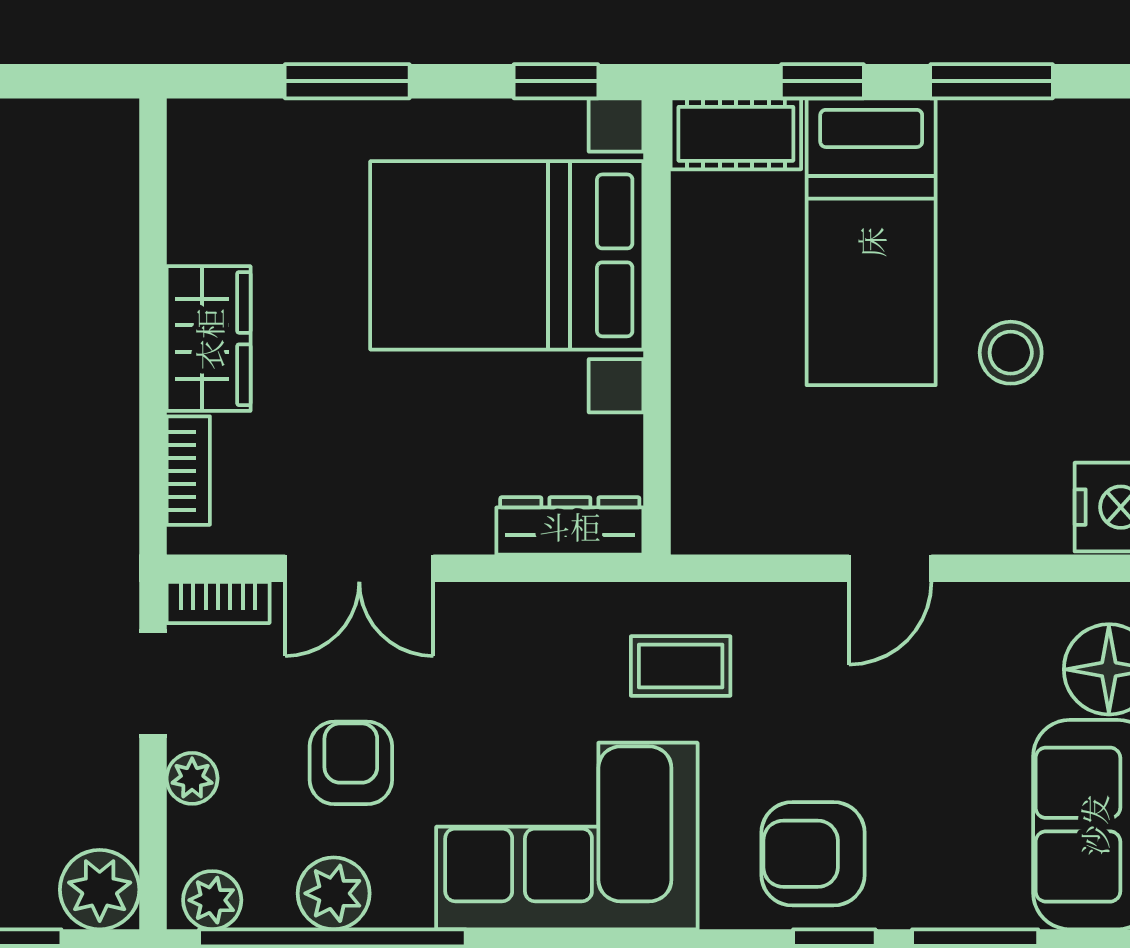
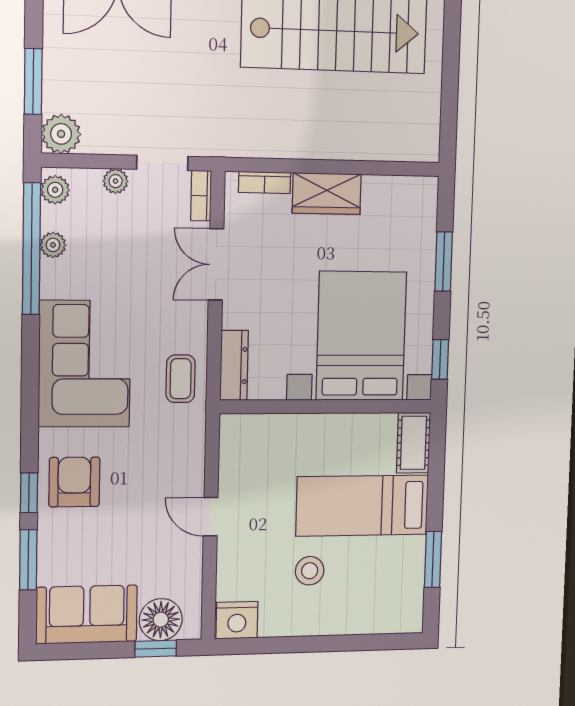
window: (822, 81) -> (436, 482), removed
coffee table: (681, 666) -> (181, 379), moved
armchair: (351, 763) -> (122, 259), removed
plant: (334, 893) -> (53, 245), width x0.73, depth x0.73

